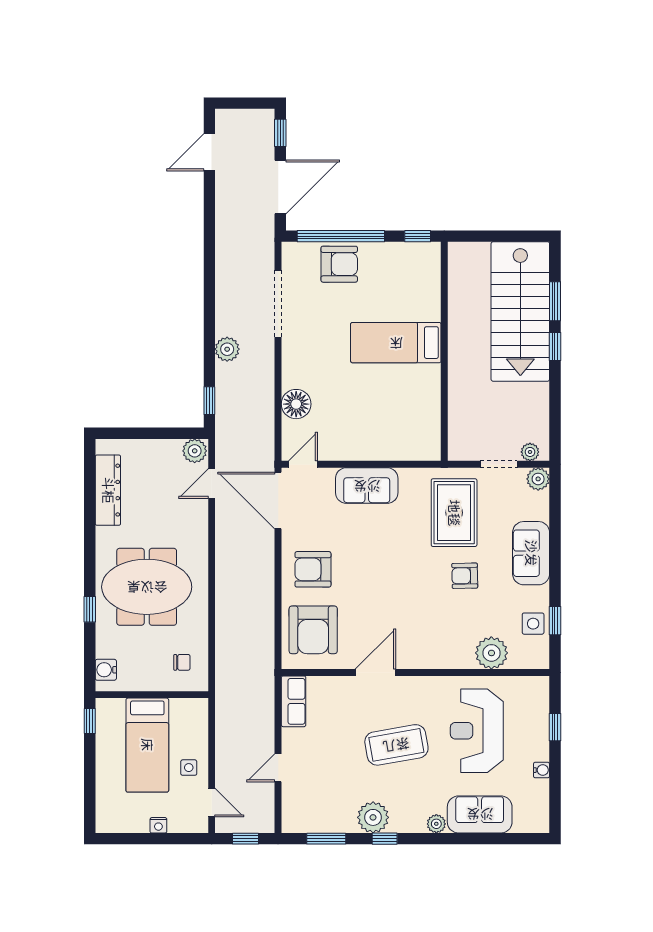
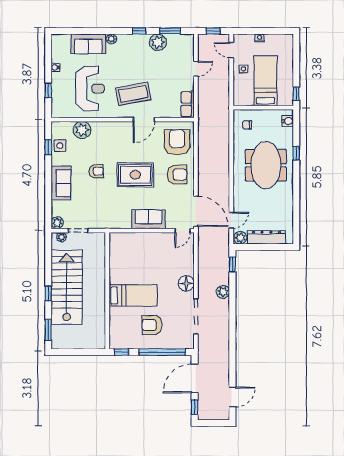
armchair: (339, 264) -> (152, 325), moved
window: (555, 301) -> (48, 330), moved
stairs: (520, 311) -> (67, 287), moved
floor lamp: (296, 404) -> (186, 283), moved
dresser: (108, 490) -> (266, 237), moved, turned 90
rug: (454, 513) -> (135, 175), moved, turned 90
meeting table: (147, 587) -> (266, 165), turned 90
coffee table: (396, 745) -> (133, 94), moved
plant: (373, 817) -> (158, 42), moved

